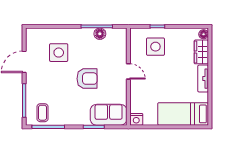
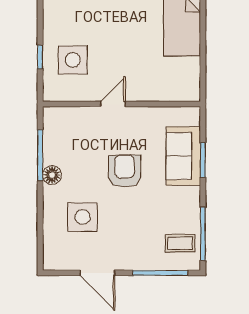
floor lamp: (100, 34) -> (52, 175), moved
sofa: (109, 115) -> (183, 156), moved
nightstand: (136, 119) -> (191, 91), removed

